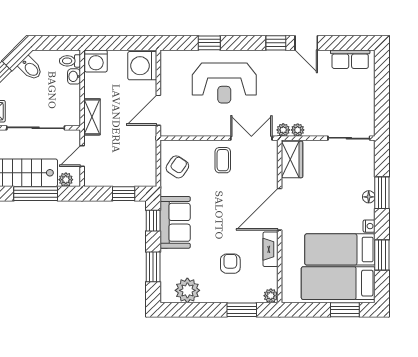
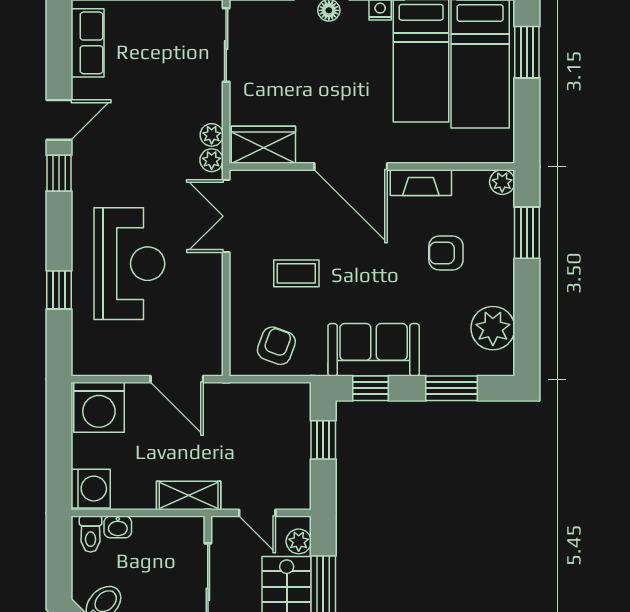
coffee table: (223, 160) -> (296, 273), moved
armchair: (177, 167) -> (276, 346), turned 75

